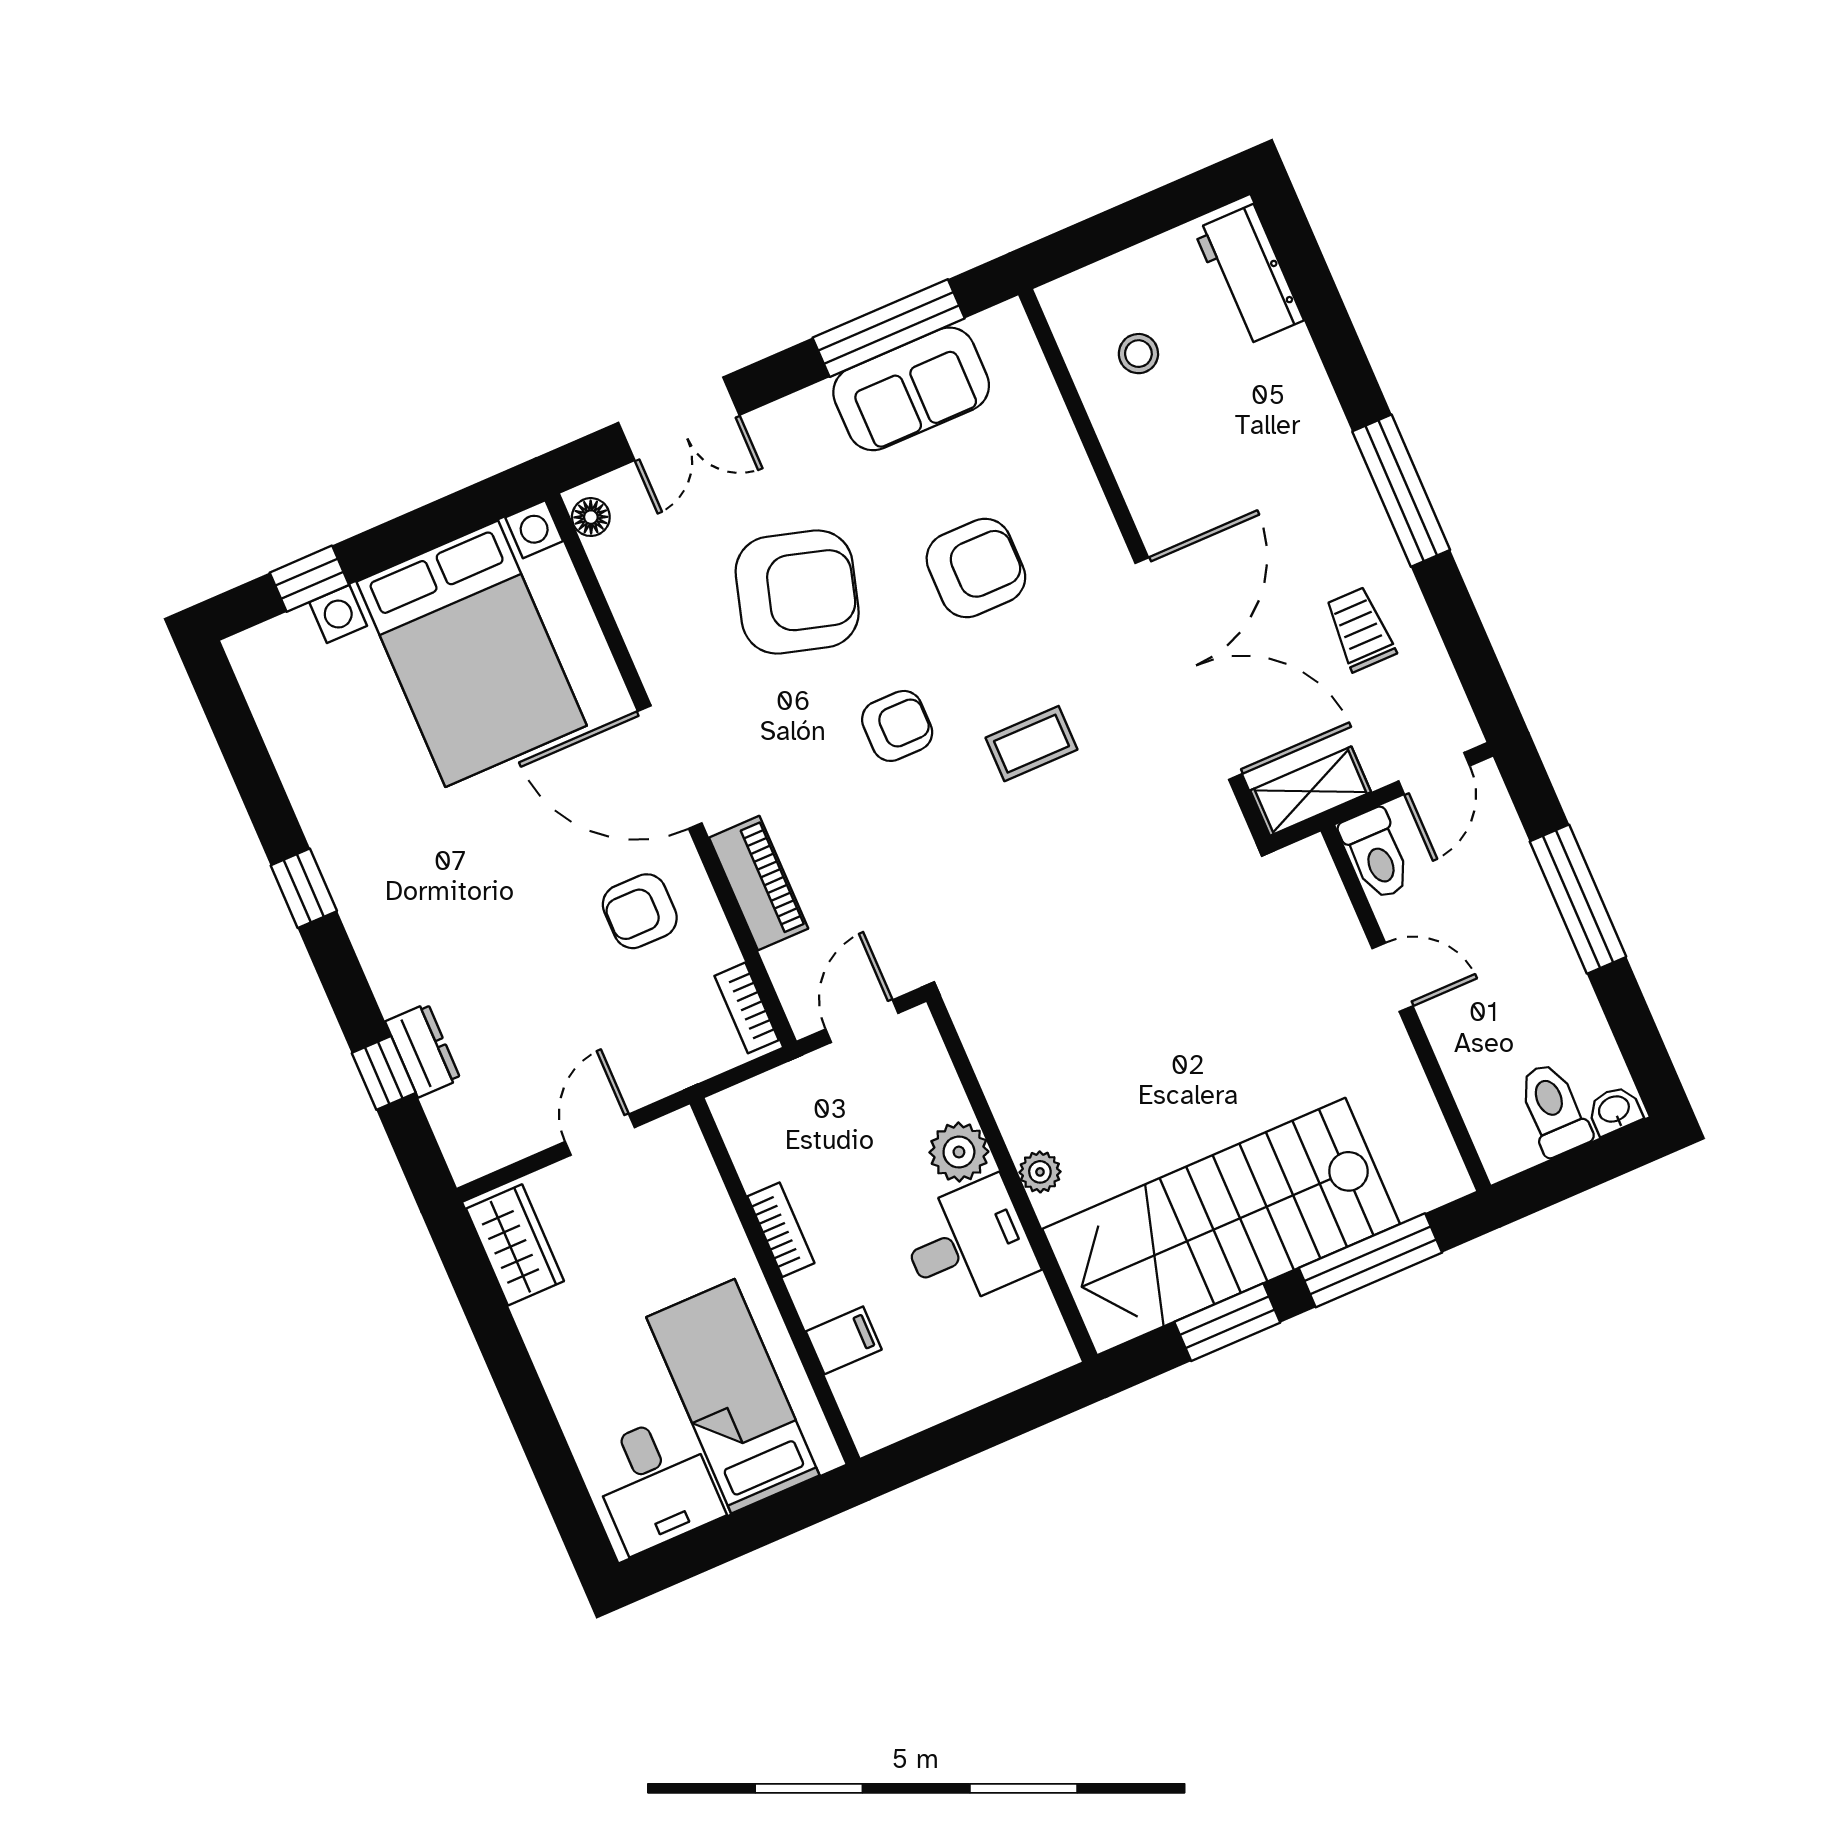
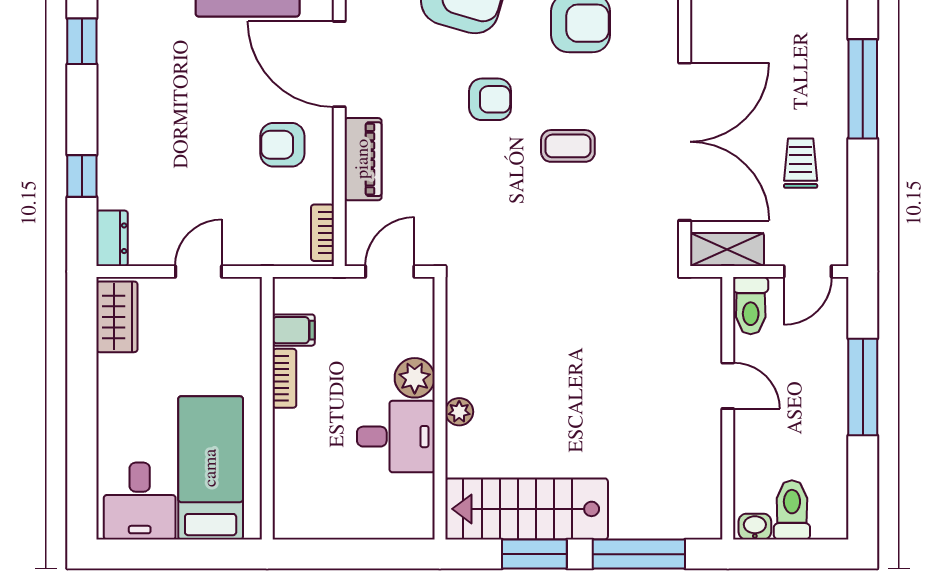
dresser: (423, 1050) -> (112, 238), moved
washbasin: (1614, 1110) -> (755, 527), moved
stairs: (1221, 1226) -> (527, 509), width x0.73, depth x0.66
filing cabinet: (844, 1340) -> (294, 330), moved

